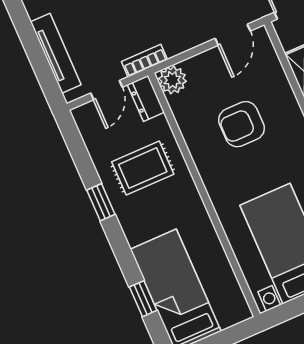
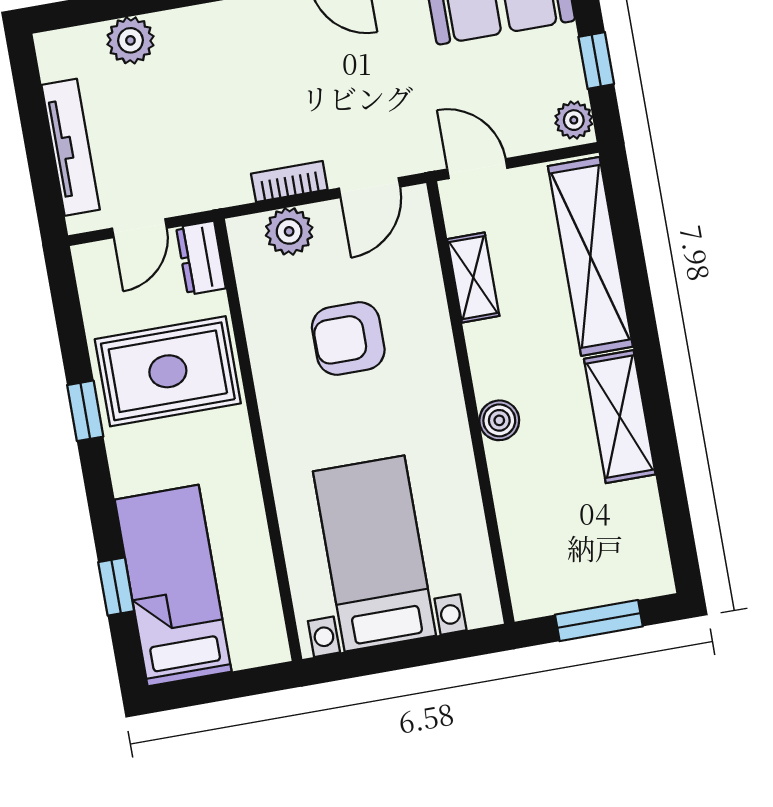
bookcase: (144, 61) -> (289, 182), moved
plant: (172, 80) -> (289, 231), moved
rug: (143, 168) -> (168, 371), width x1.36, depth x1.43

